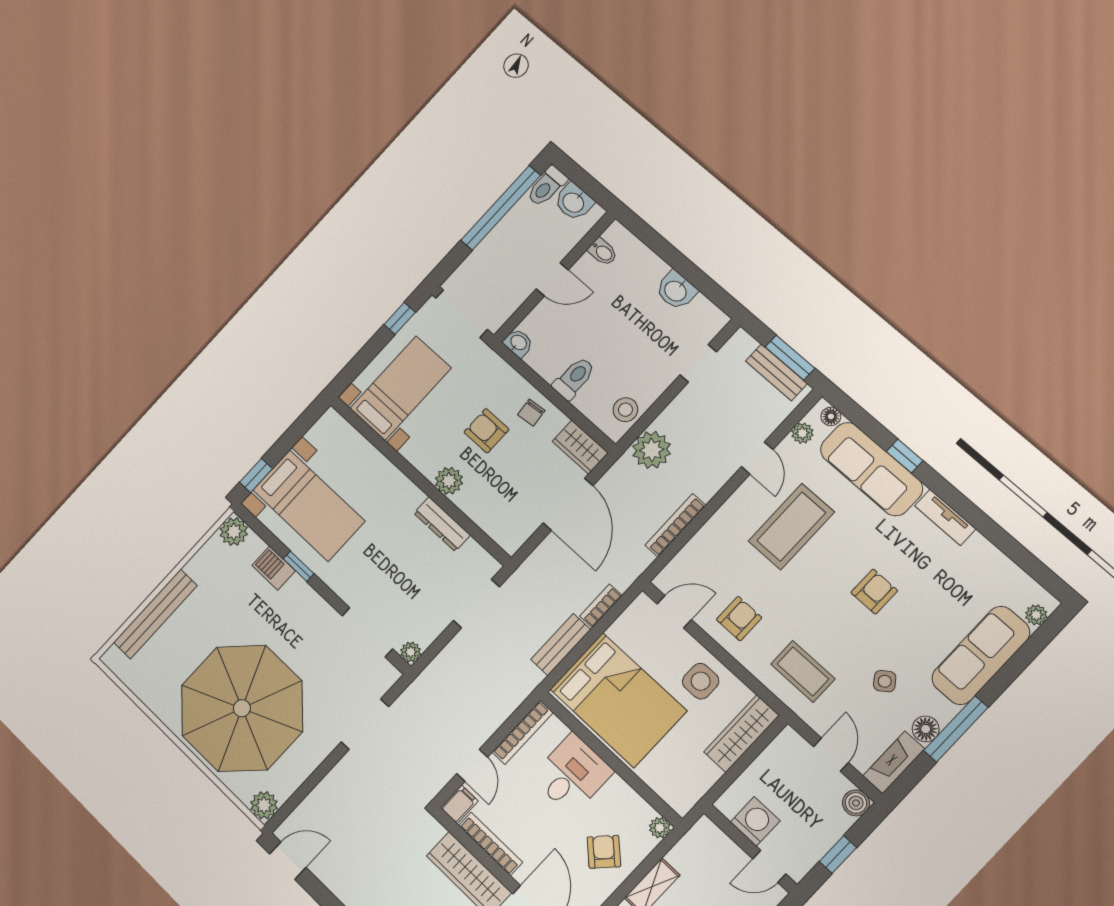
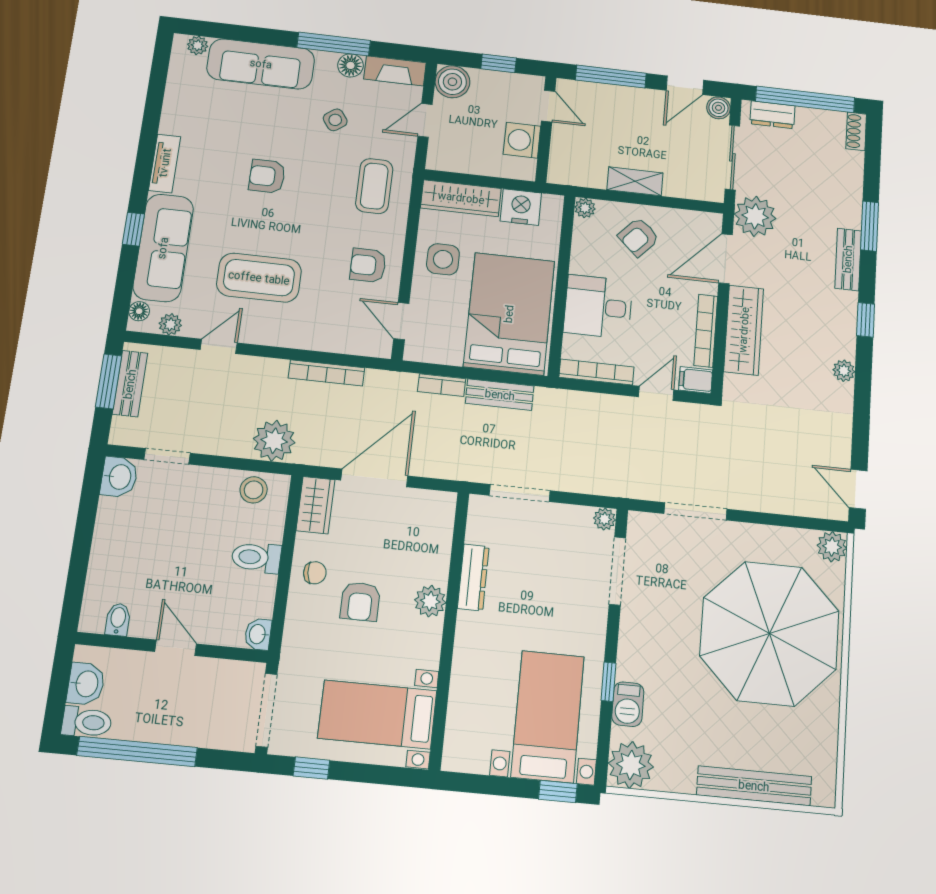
washbasin: (676, 290) -> (119, 477), moved
plant: (234, 532) -> (631, 765), width x1.36, depth x1.36
nightstand: (699, 776) -> (521, 207), added
boiler: (856, 803) -> (452, 82), width x1.36, depth x1.36

